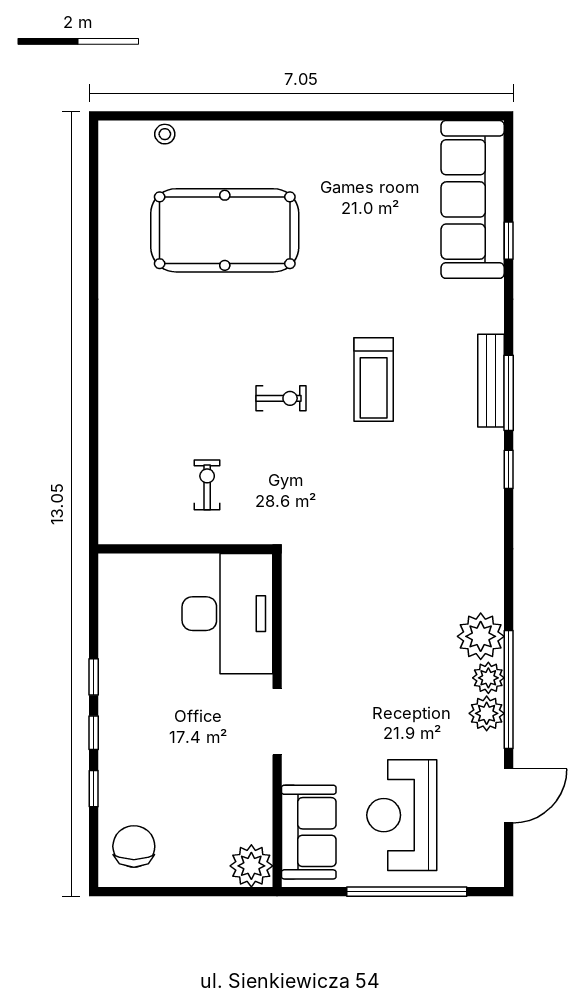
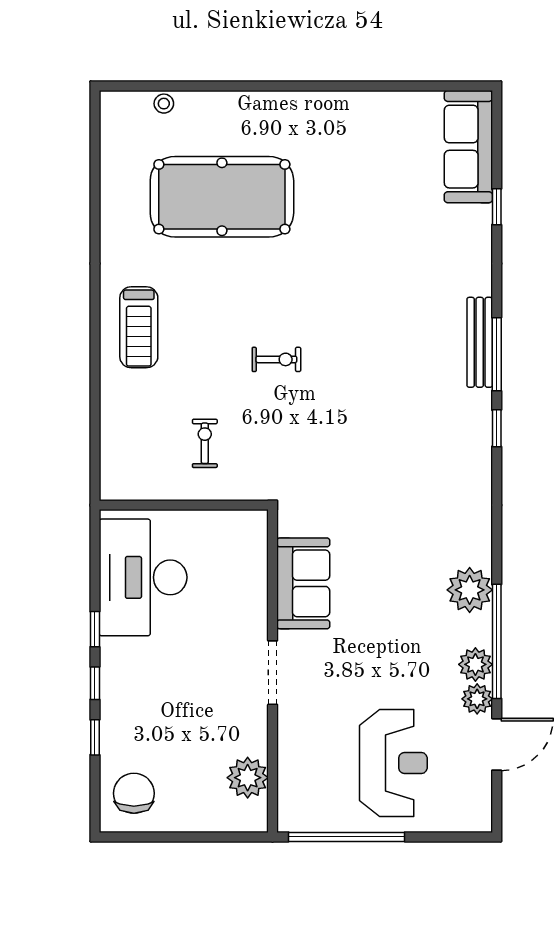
sofa: (473, 199) -> (468, 147), width x0.74, depth x0.79
treadmill: (374, 380) -> (139, 327), moved
desk: (227, 614) -> (143, 577), moved, turned 180
plant: (488, 678) -> (477, 699), moved
reception desk: (402, 815) -> (393, 763), turned 180
sofa: (309, 832) -> (303, 583), moved
plant: (251, 866) -> (248, 778), moved
window: (407, 892) -> (347, 837), moved

